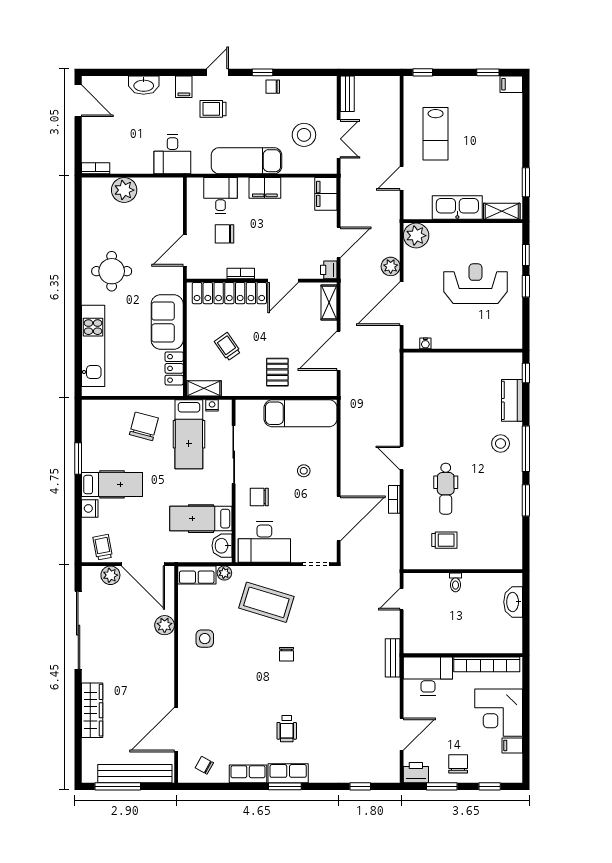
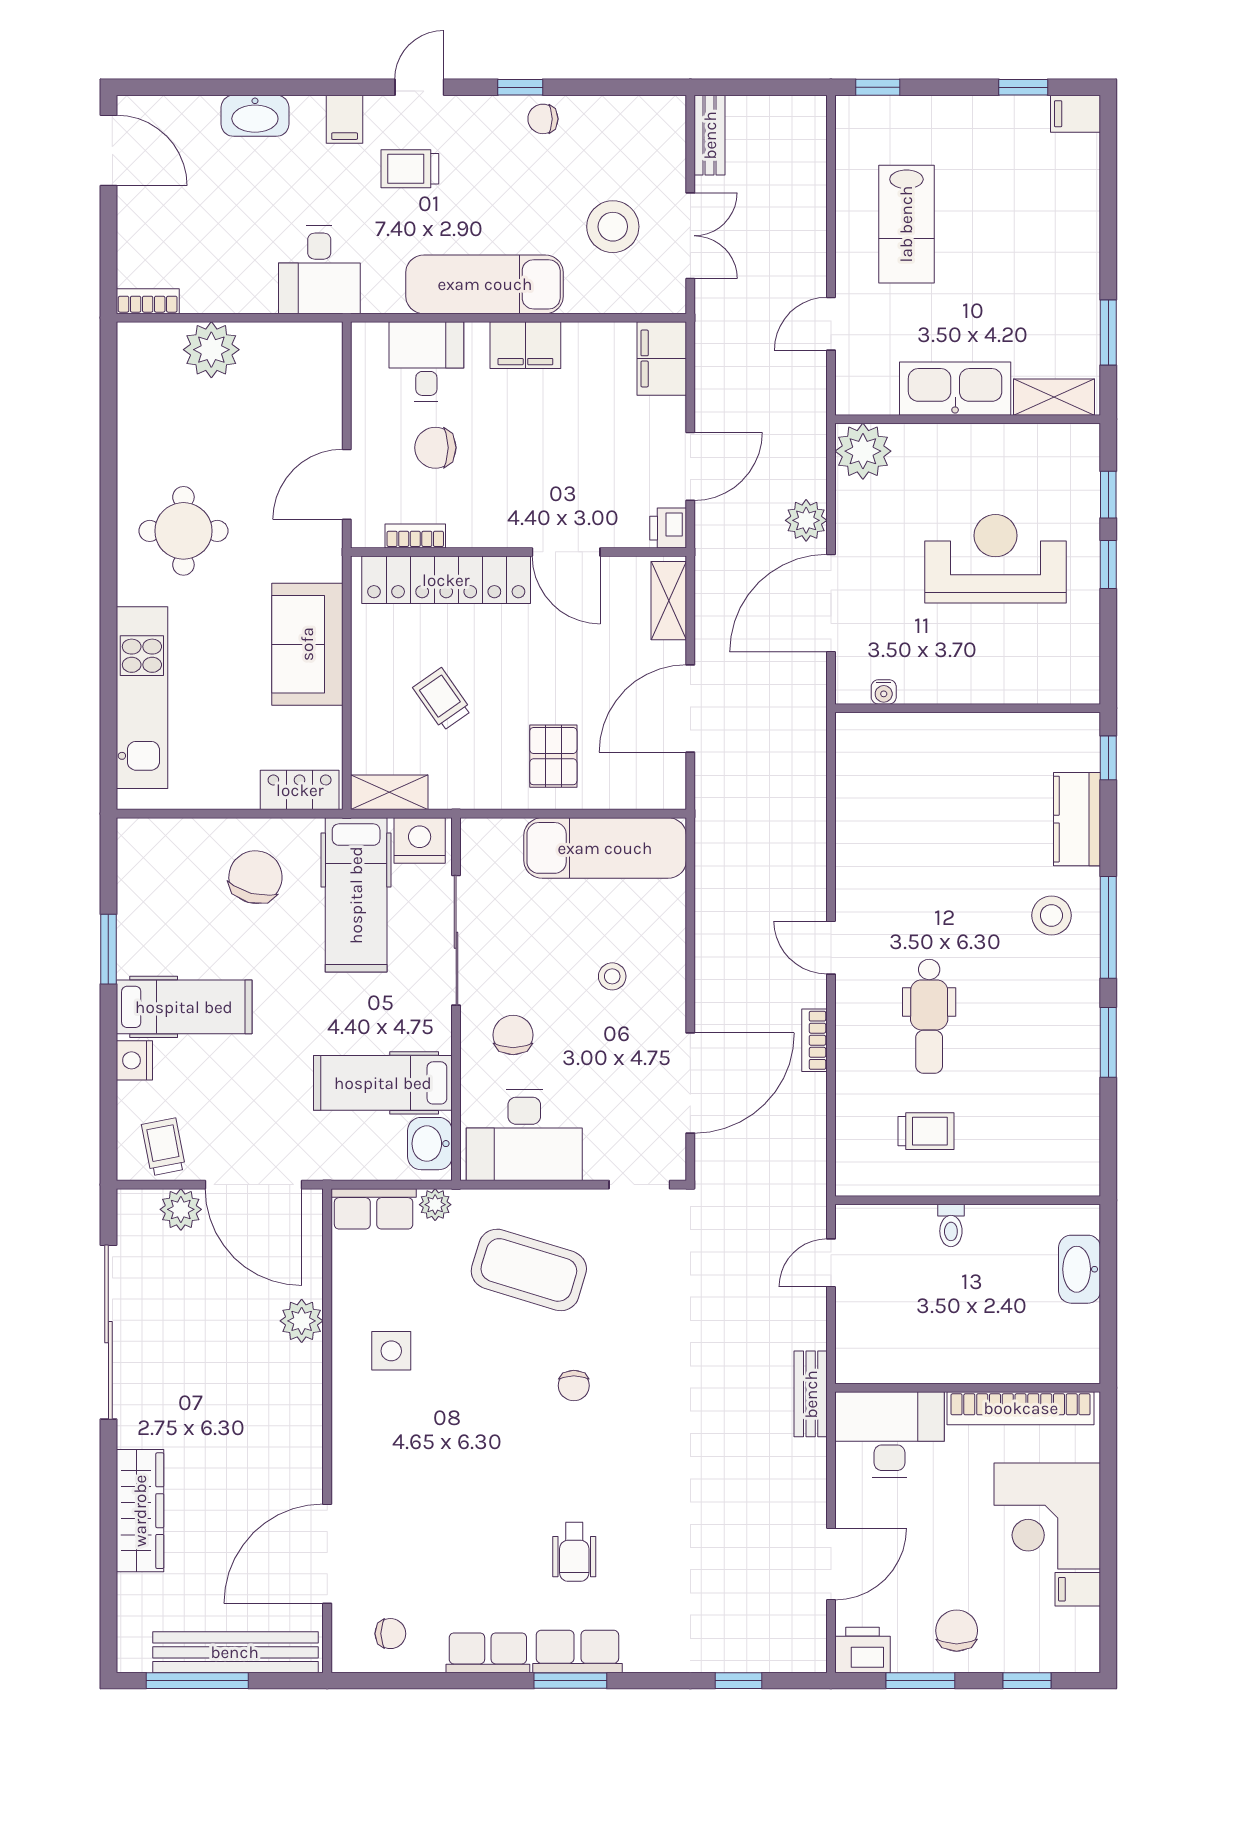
bookcase: (241, 273) -> (415, 536), moved
door: (283, 281) -> (566, 552), hinge flipped
locker: (174, 368) -> (300, 790), moved, turned 90
nightstand: (212, 405) -> (420, 840), width x1.89, depth x1.79
chair: (259, 497) -> (513, 1035), turned 90
chair: (204, 765) -> (390, 1634), turned 151

